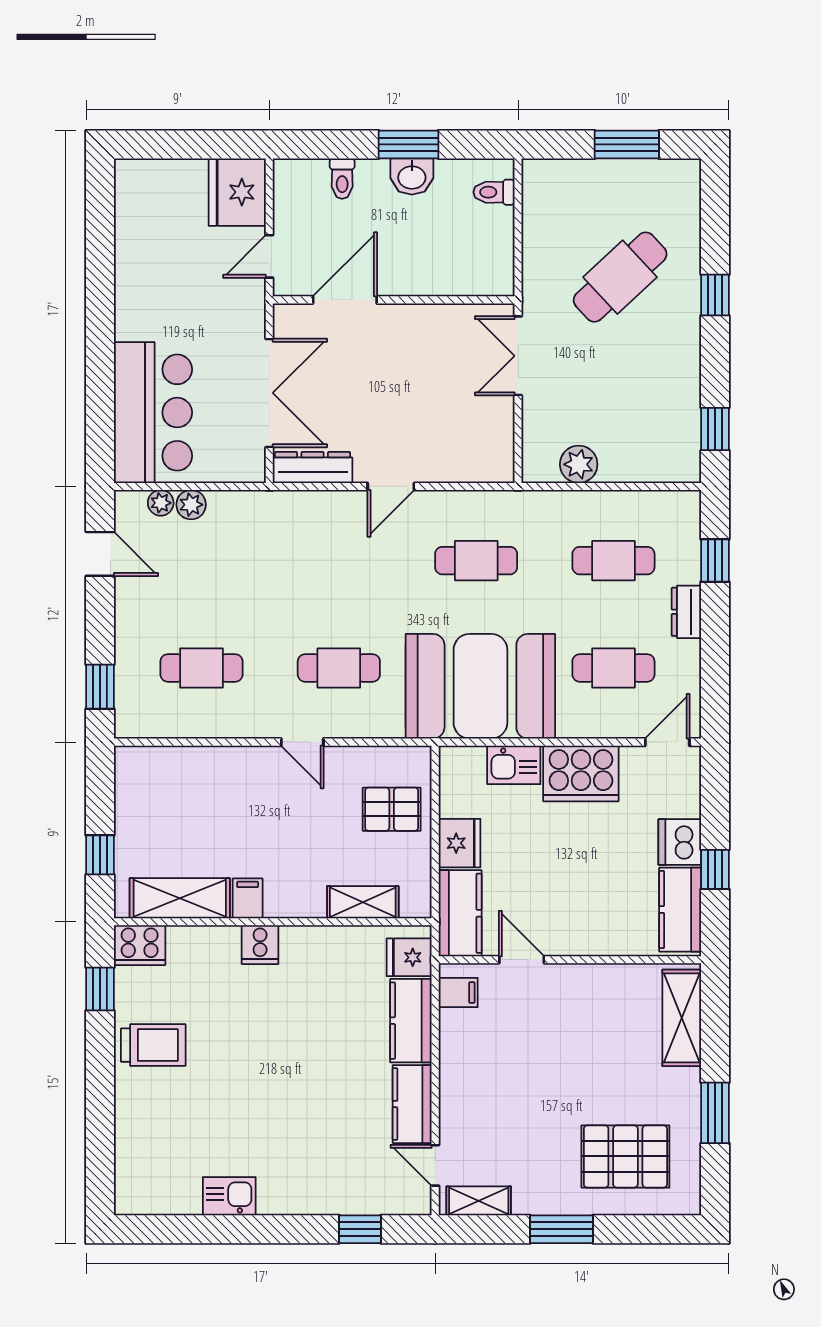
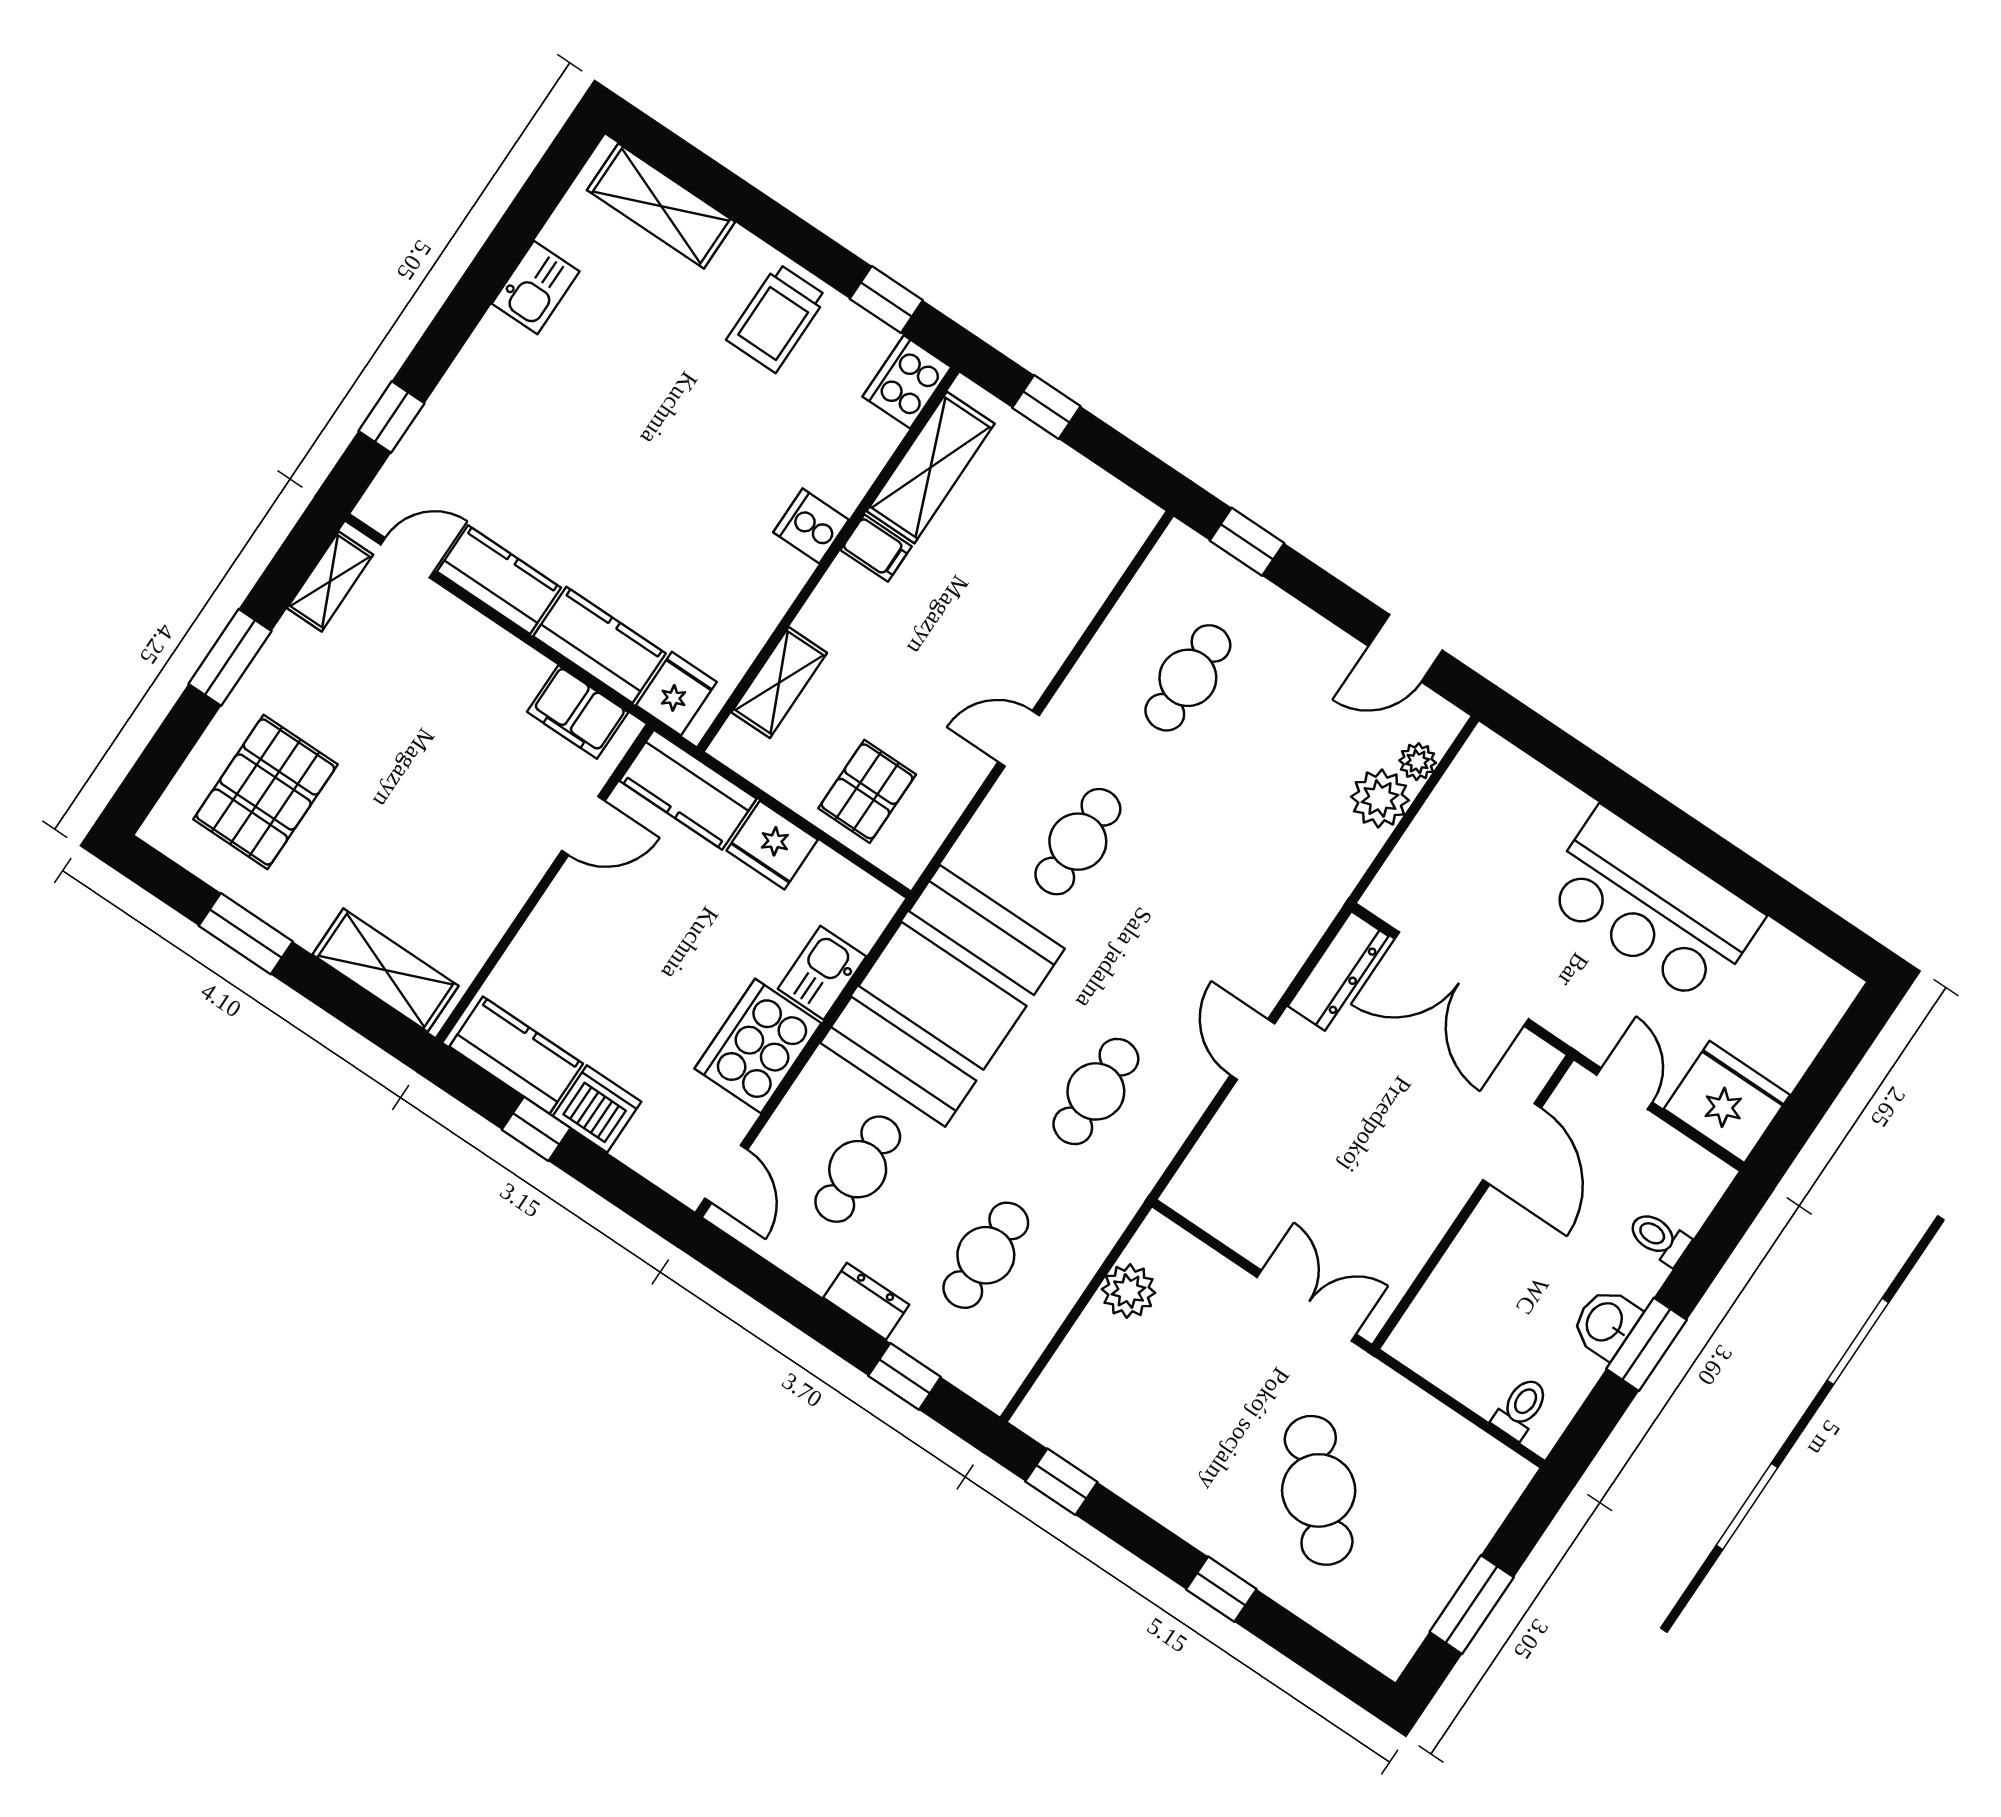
bar counter: (153, 413) -> (1652, 906), moved
plant: (191, 505) -> (1380, 798), width x1.38, depth x1.38
filing cabinet: (458, 992) -> (578, 712), width x2.00
shelving: (133, 1155) -> (661, 206), added

